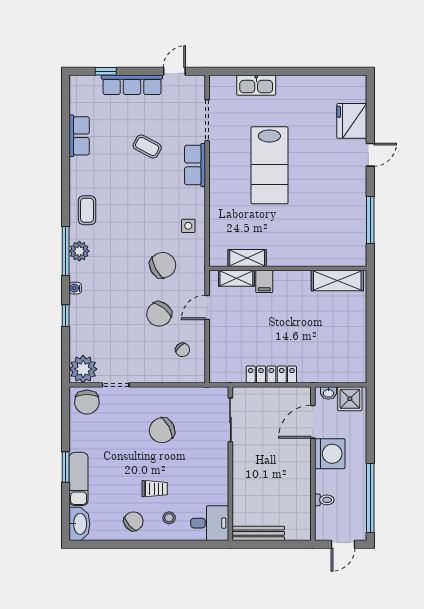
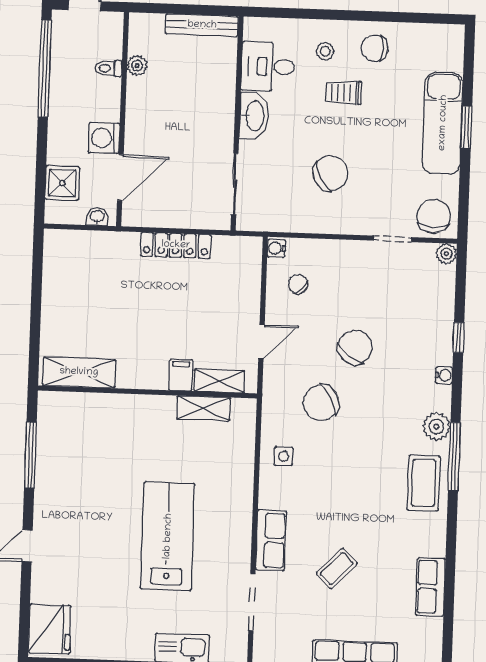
fridge: (352, 121) -> (50, 629), moved
coffee table: (147, 146) -> (337, 569), turned -74
coffee table: (87, 210) -> (424, 483), width x1.36, depth x1.30
window: (66, 251) -> (454, 456), moved
chair: (159, 314) -> (355, 347), moved
plant: (83, 369) -> (446, 254), width x0.53, depth x0.53
water cooler: (199, 375) -> (276, 248), added
shower: (350, 399) -> (62, 183), moved
washing machine: (330, 454) -> (104, 138), width x0.73, depth x0.73
exam couch: (79, 479) -> (443, 123), width x1.36, depth x1.45
plant: (304, 503) -> (137, 66), added
chair: (133, 521) -> (375, 48), turned 41
desk: (210, 523) -> (268, 67), moved
washbasin: (79, 524) -> (254, 116), moved, turned 180

